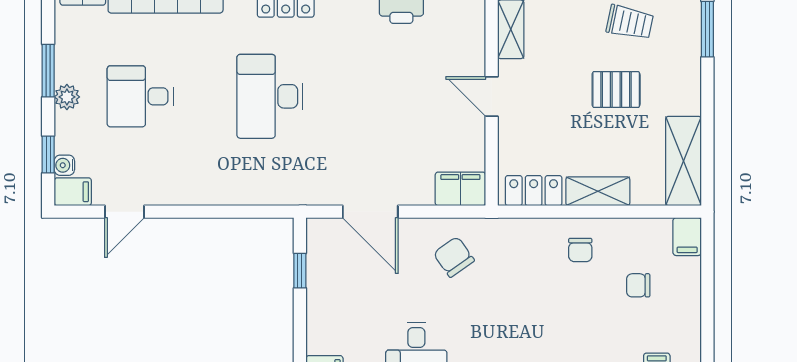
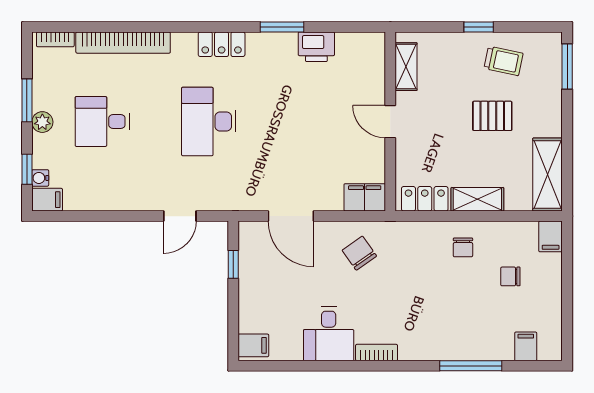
door: (125, 212) -> (180, 216), moved

